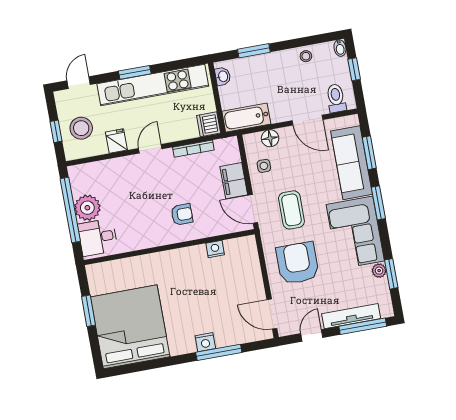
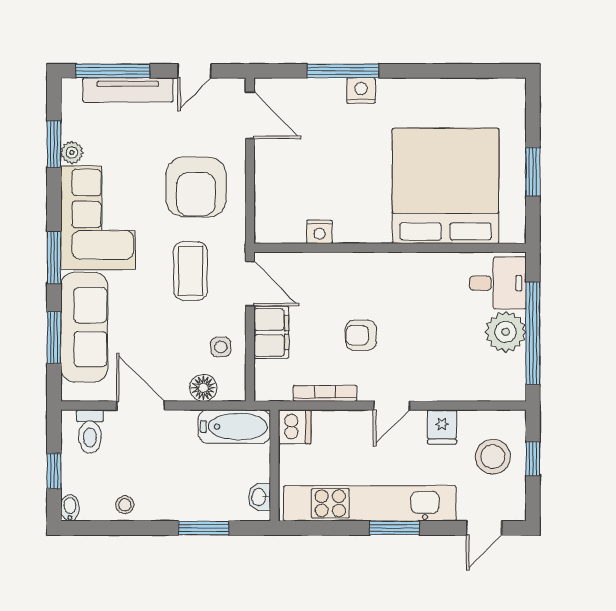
armchair: (182, 214) -> (361, 335), moved
bed: (130, 327) -> (446, 186), moved, turned 180

